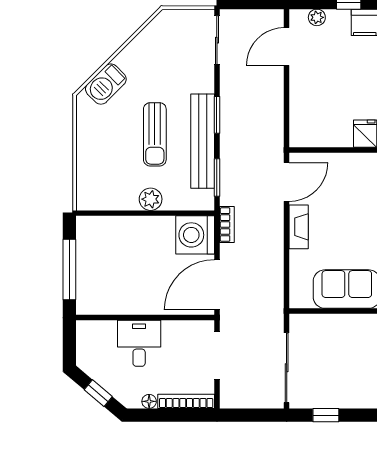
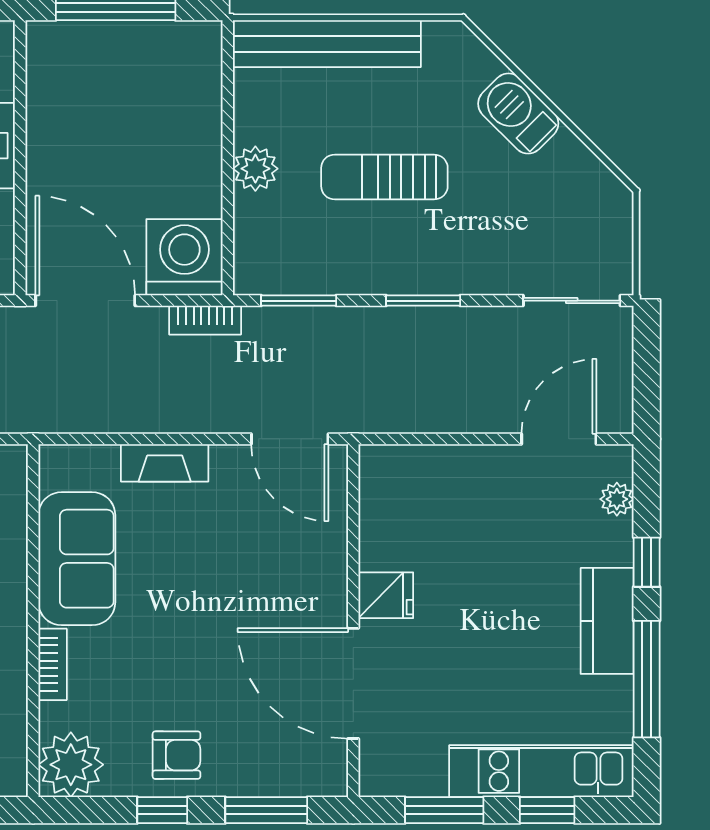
door: (287, 47) -> (559, 439), hinge flipped
barbecue: (106, 84) -> (518, 114), moved
bench: (203, 141) -> (327, 44), moved
fireplace: (299, 227) -> (165, 463), moved

